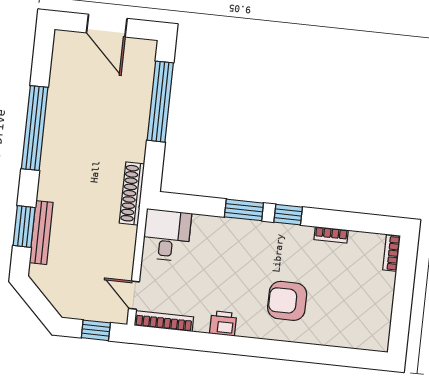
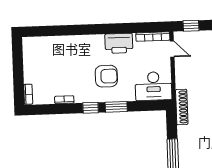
desk: (167, 235) -> (153, 86), width x1.37
armchair: (287, 301) -> (106, 76), moved
printer: (223, 323) -> (119, 43), width x1.87, depth x1.48

